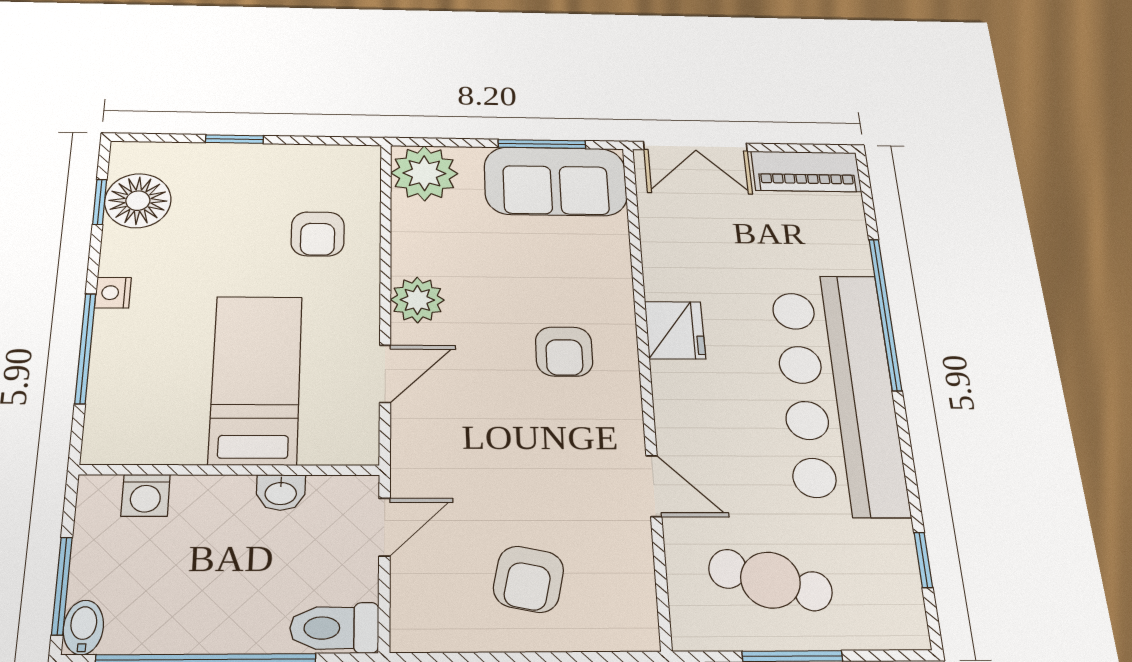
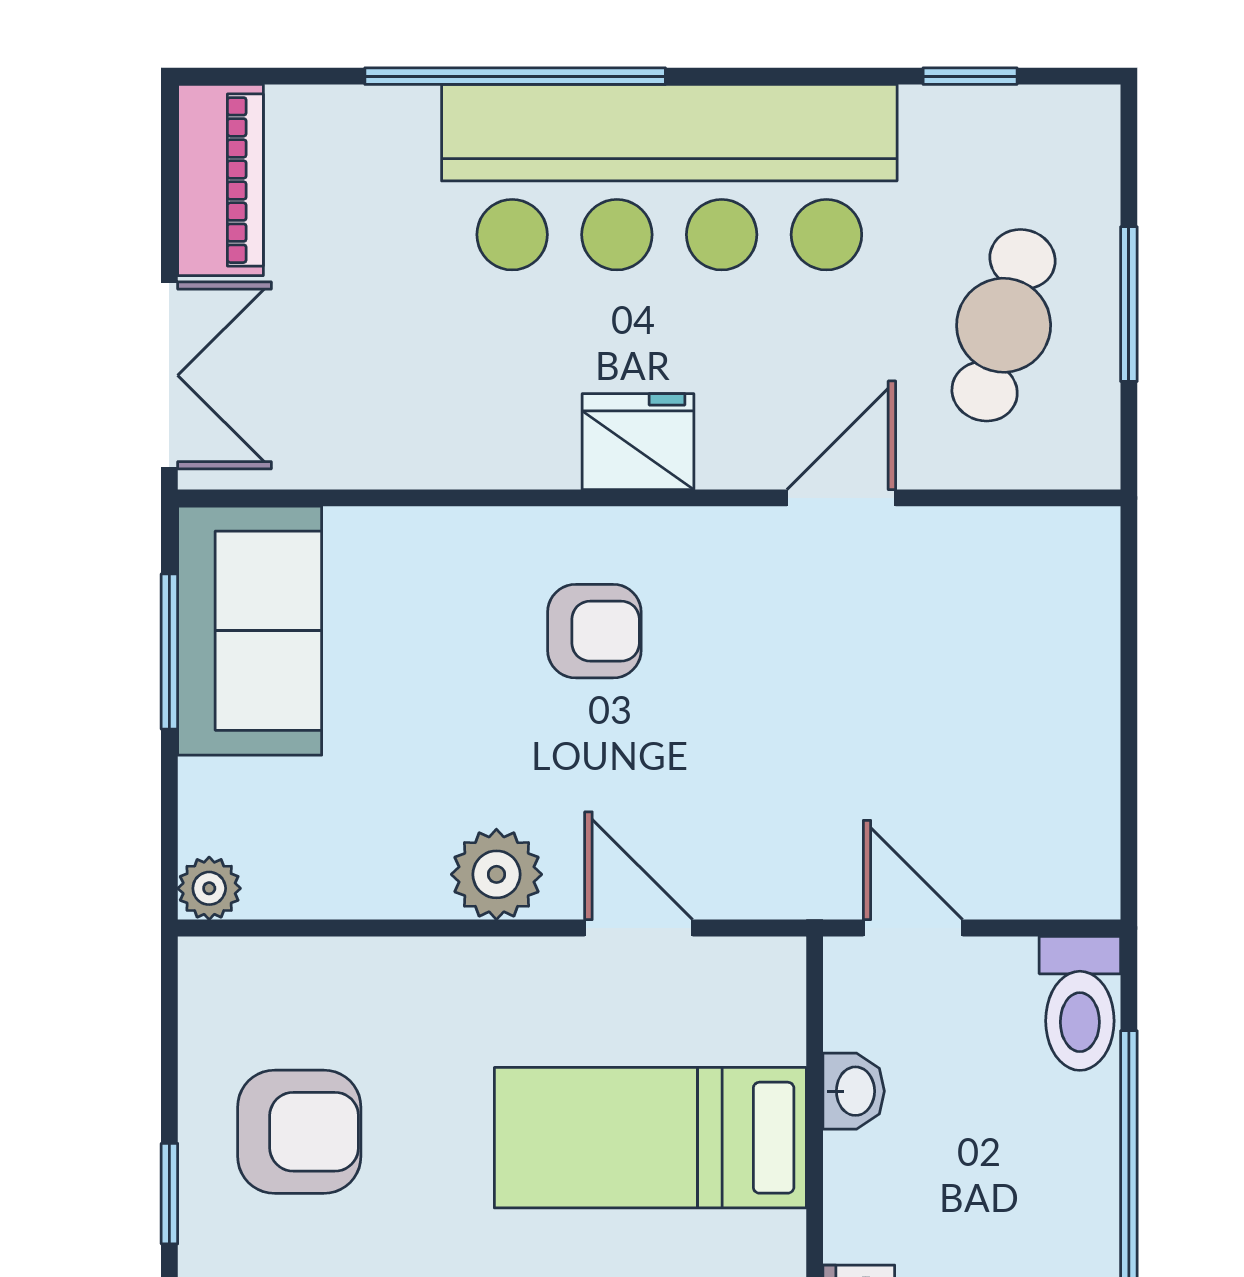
plant: (424, 173) -> (209, 888), width x0.53, depth x0.53
armchair: (318, 234) -> (299, 1132), moved, width x1.38, depth x1.38
fridge: (675, 330) -> (638, 442), moved
armchair: (529, 579) -> (1001, 705), removed

